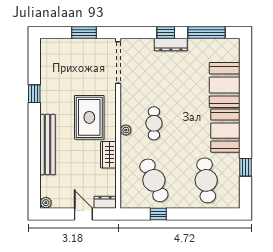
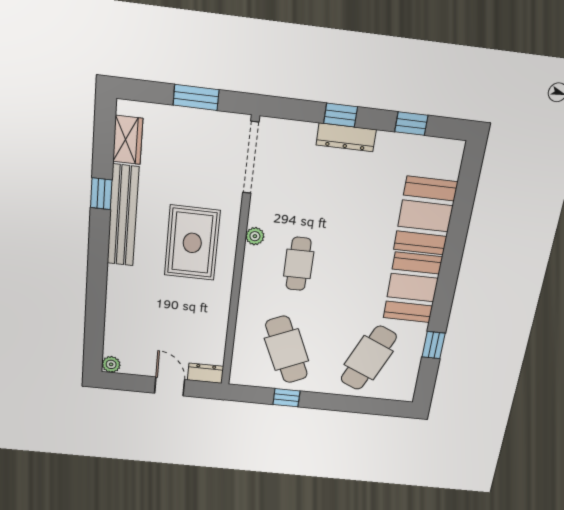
window: (206, 32) -> (411, 124), width x0.46
plant: (126, 130) -> (255, 236), moved
bench: (48, 144) -> (123, 216), moved
wardrobe: (108, 155) -> (128, 140), moved, turned 180
cafe table: (206, 180) -> (369, 358), turned 30

